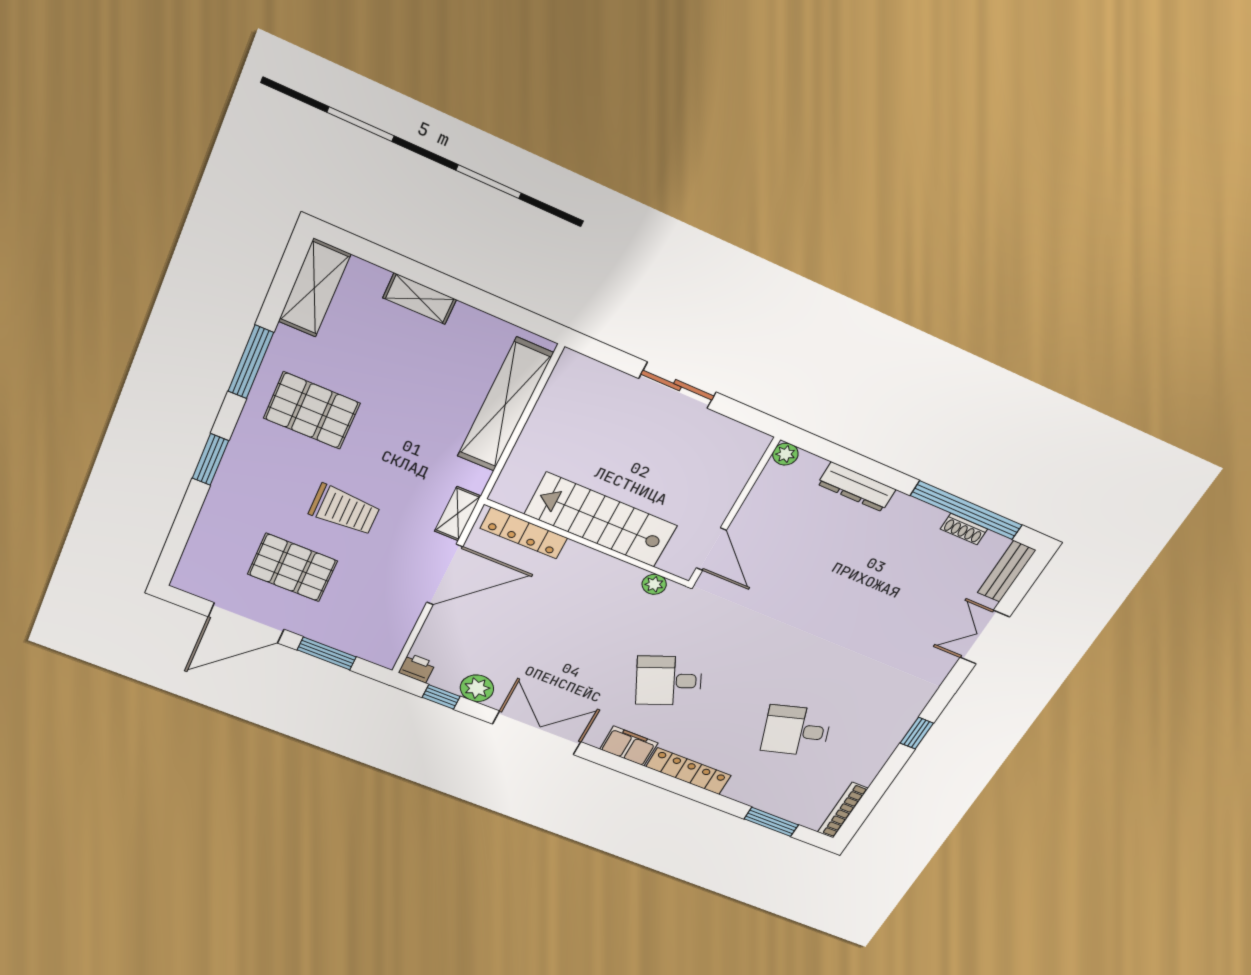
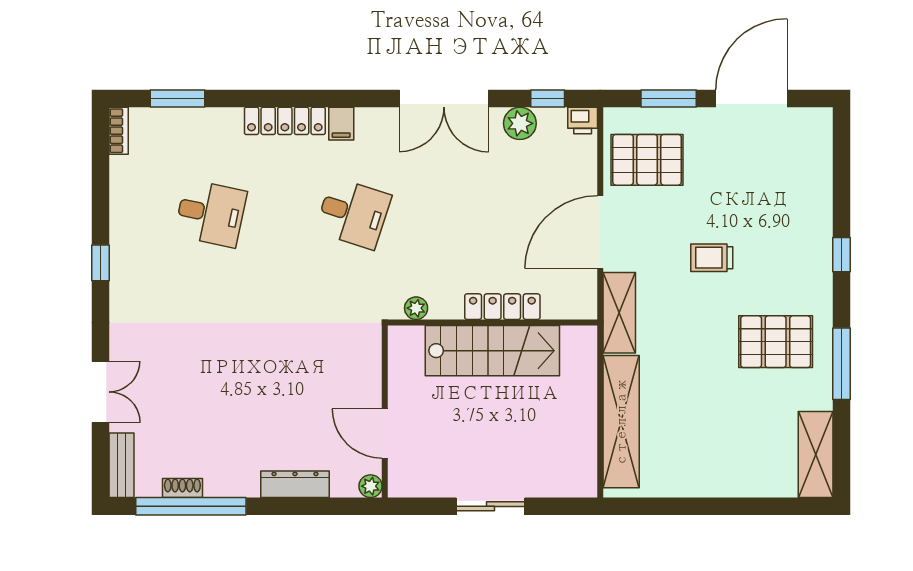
shelving: (420, 299) -> (730, 485), removed
window: (210, 459) -> (841, 255), width x0.67
trolley: (344, 510) -> (712, 258), width x0.73, depth x0.72
shelving: (458, 514) -> (619, 313), width x1.50, depth x1.33
locker: (524, 533) -> (502, 307), moved
door: (711, 549) -> (385, 434), moved
pallet: (293, 568) -> (647, 160), moved
desk: (669, 681) -> (353, 213), turned 42
desk: (796, 731) -> (211, 213), turned 30
filing cabinet: (629, 746) -> (341, 124), width x0.50
bookcase: (843, 810) -> (119, 131), width x0.64

